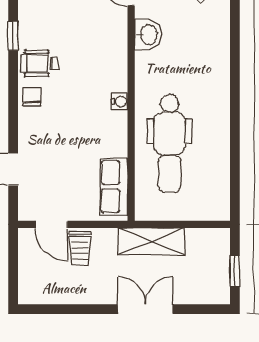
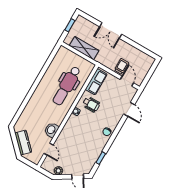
wheelchair: (40, 63) -> (91, 104), moved
dental chair: (170, 143) -> (67, 86), turned 180
shelving: (151, 241) -> (84, 48), moved

